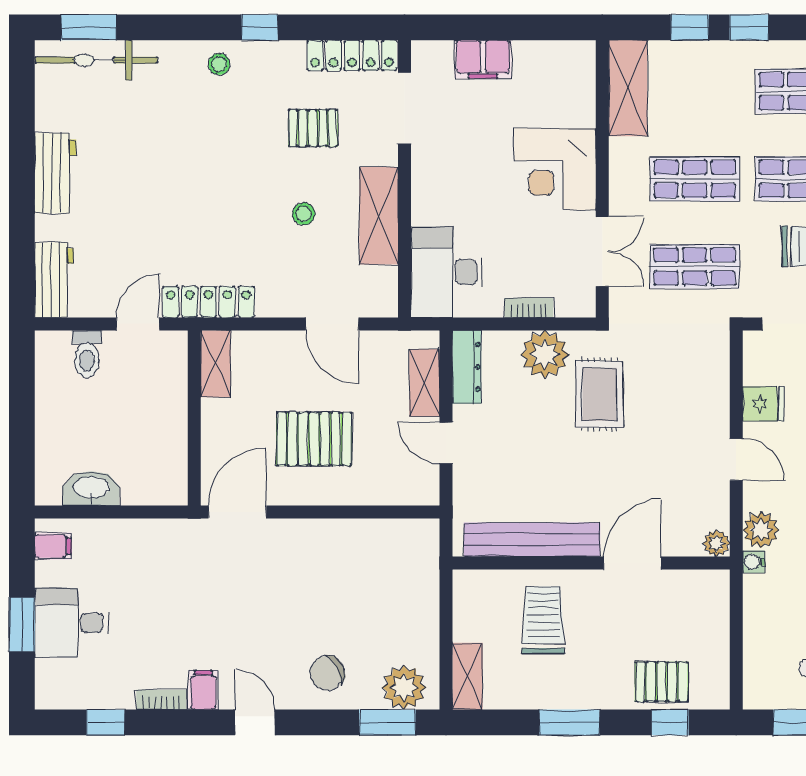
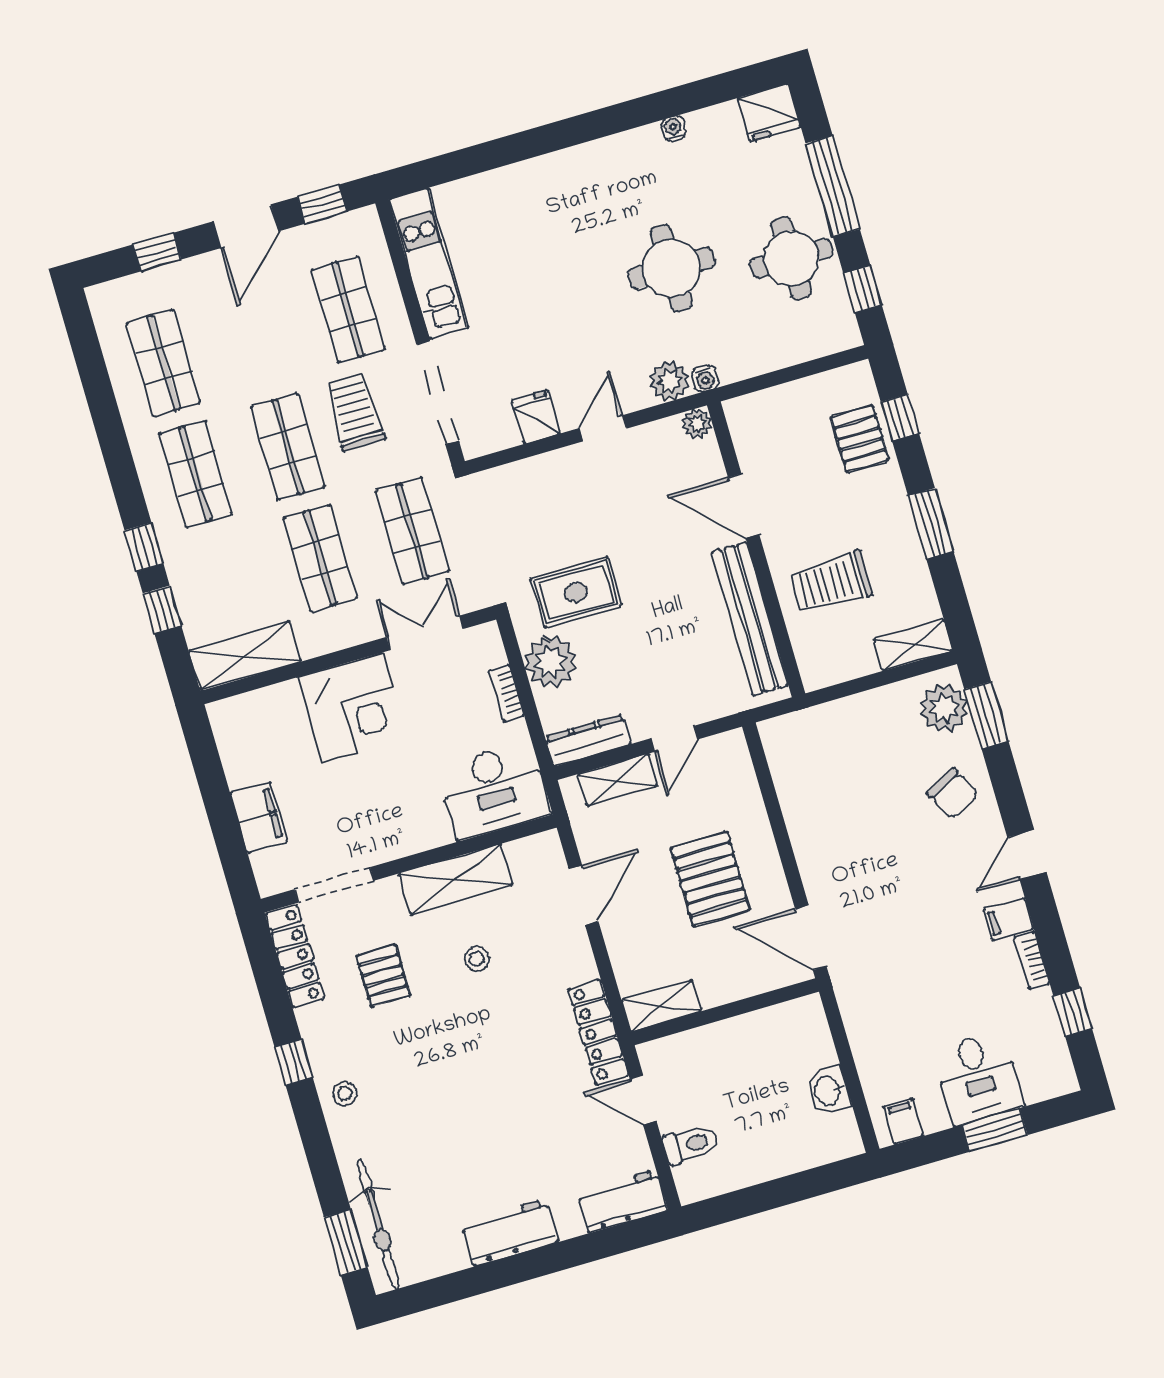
washbasin: (91, 488) -> (828, 1090), width x0.72

